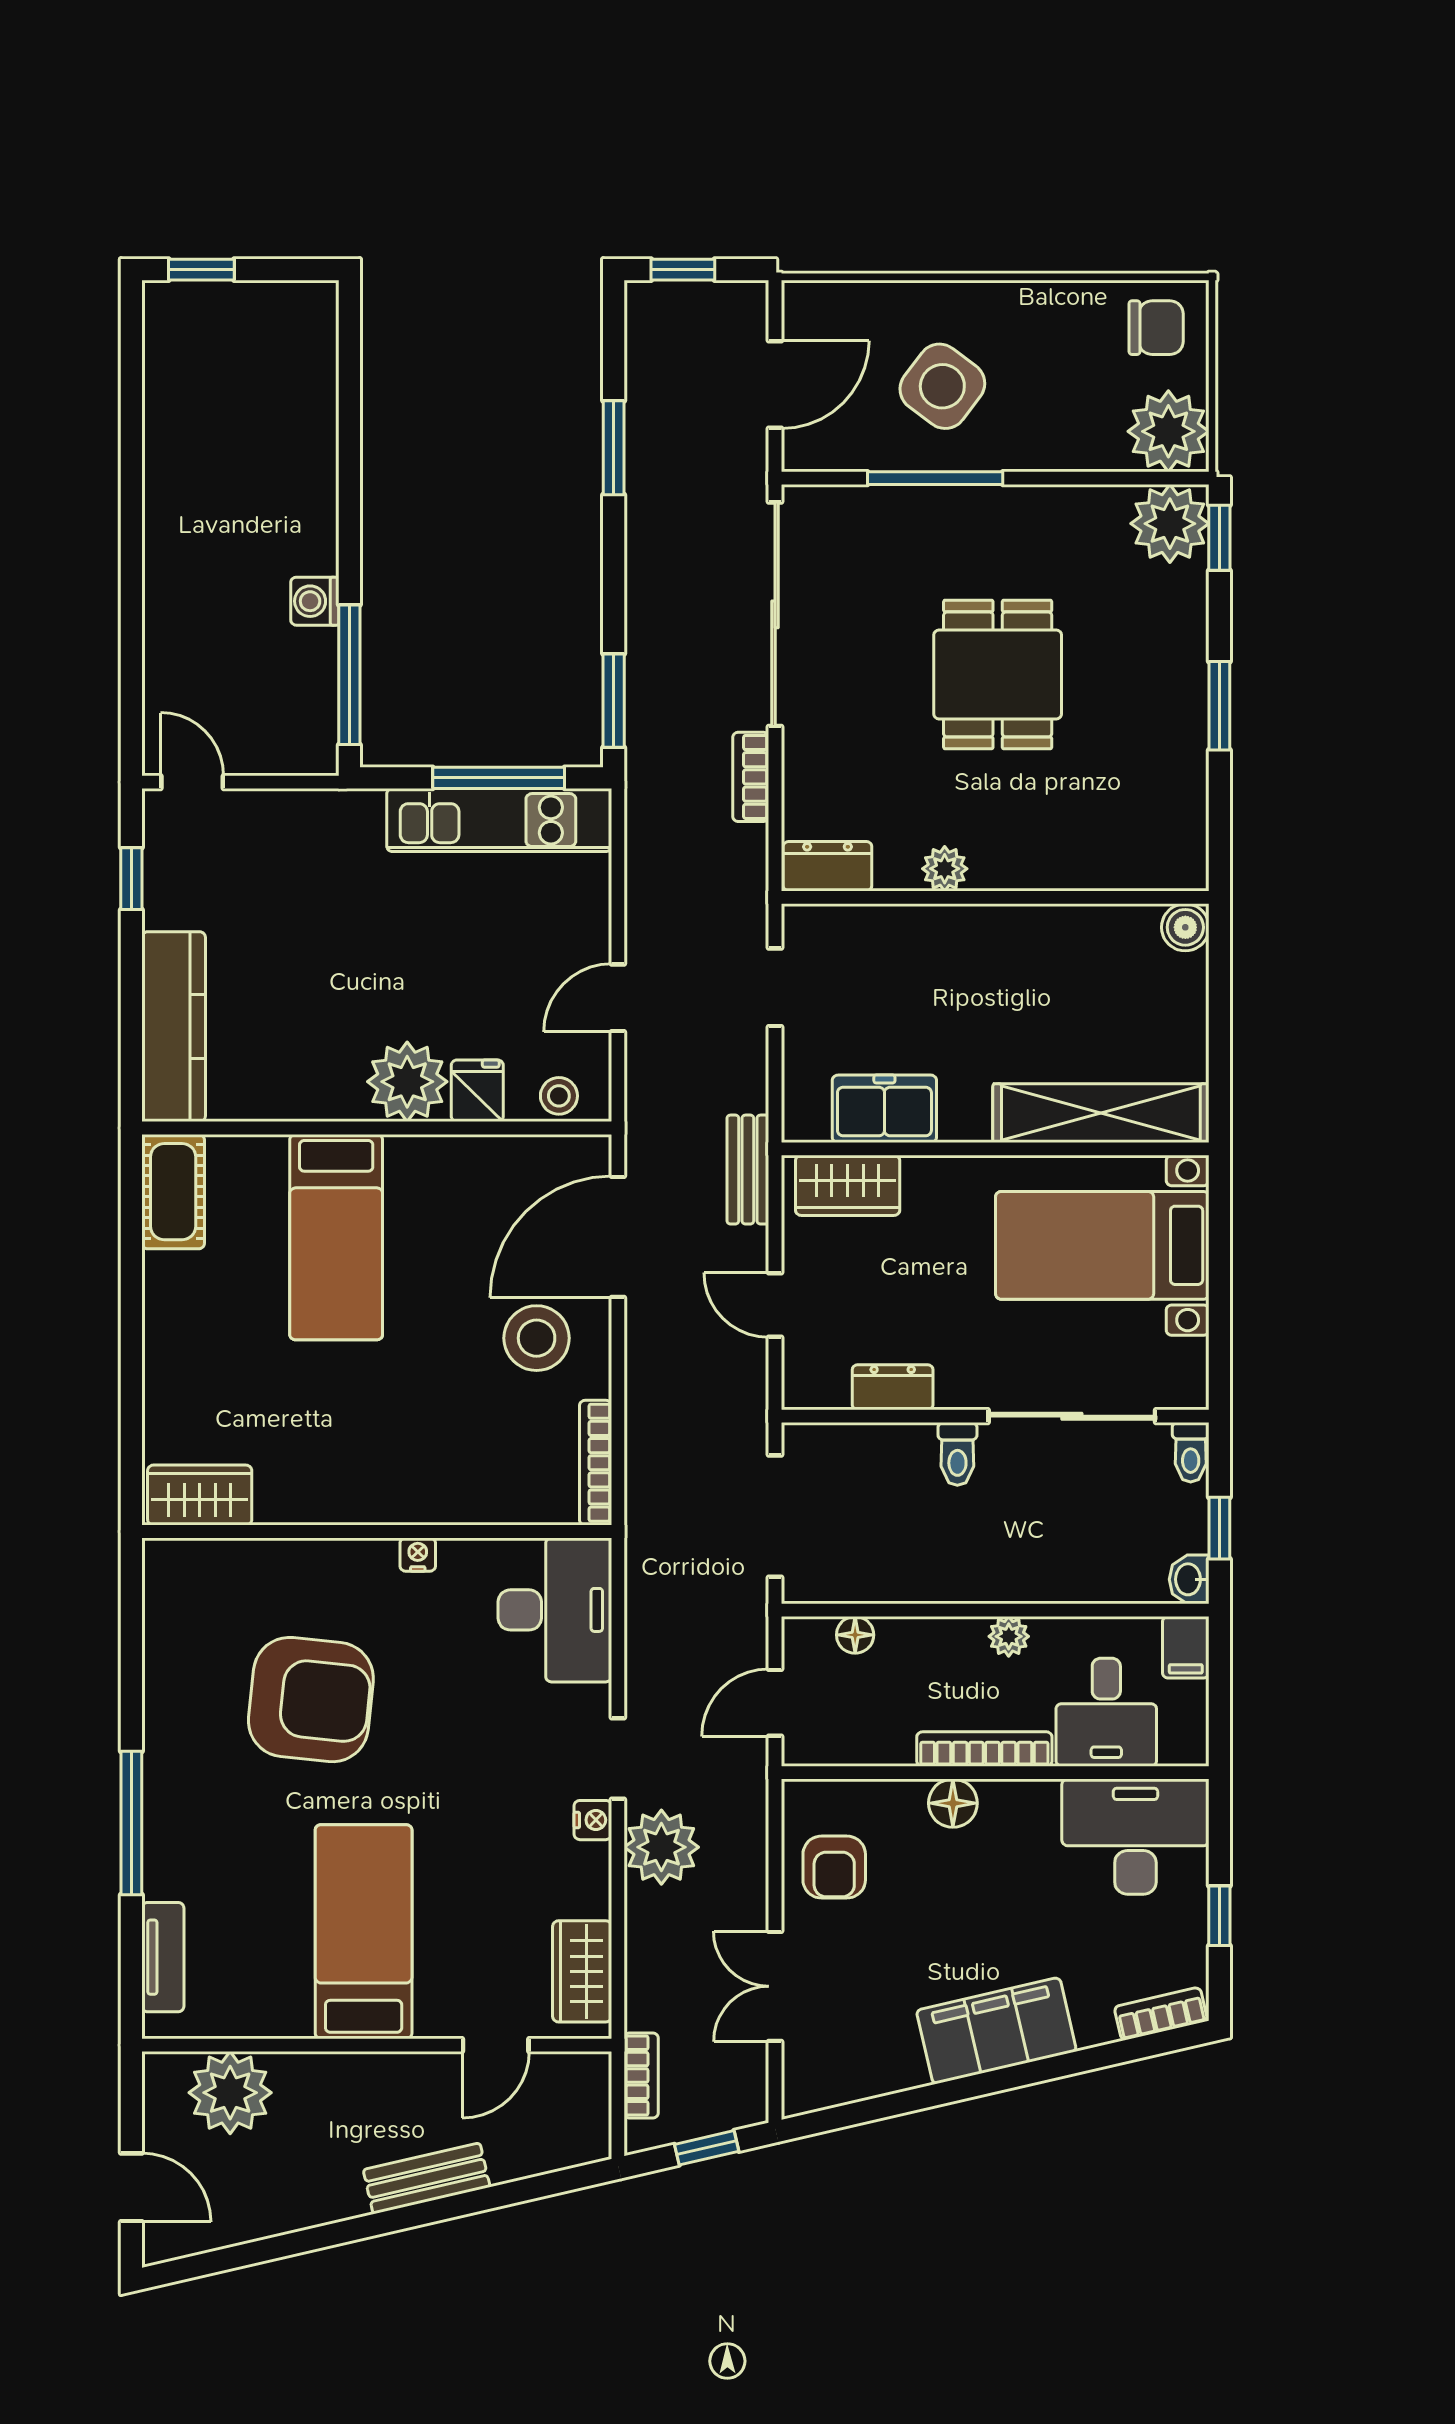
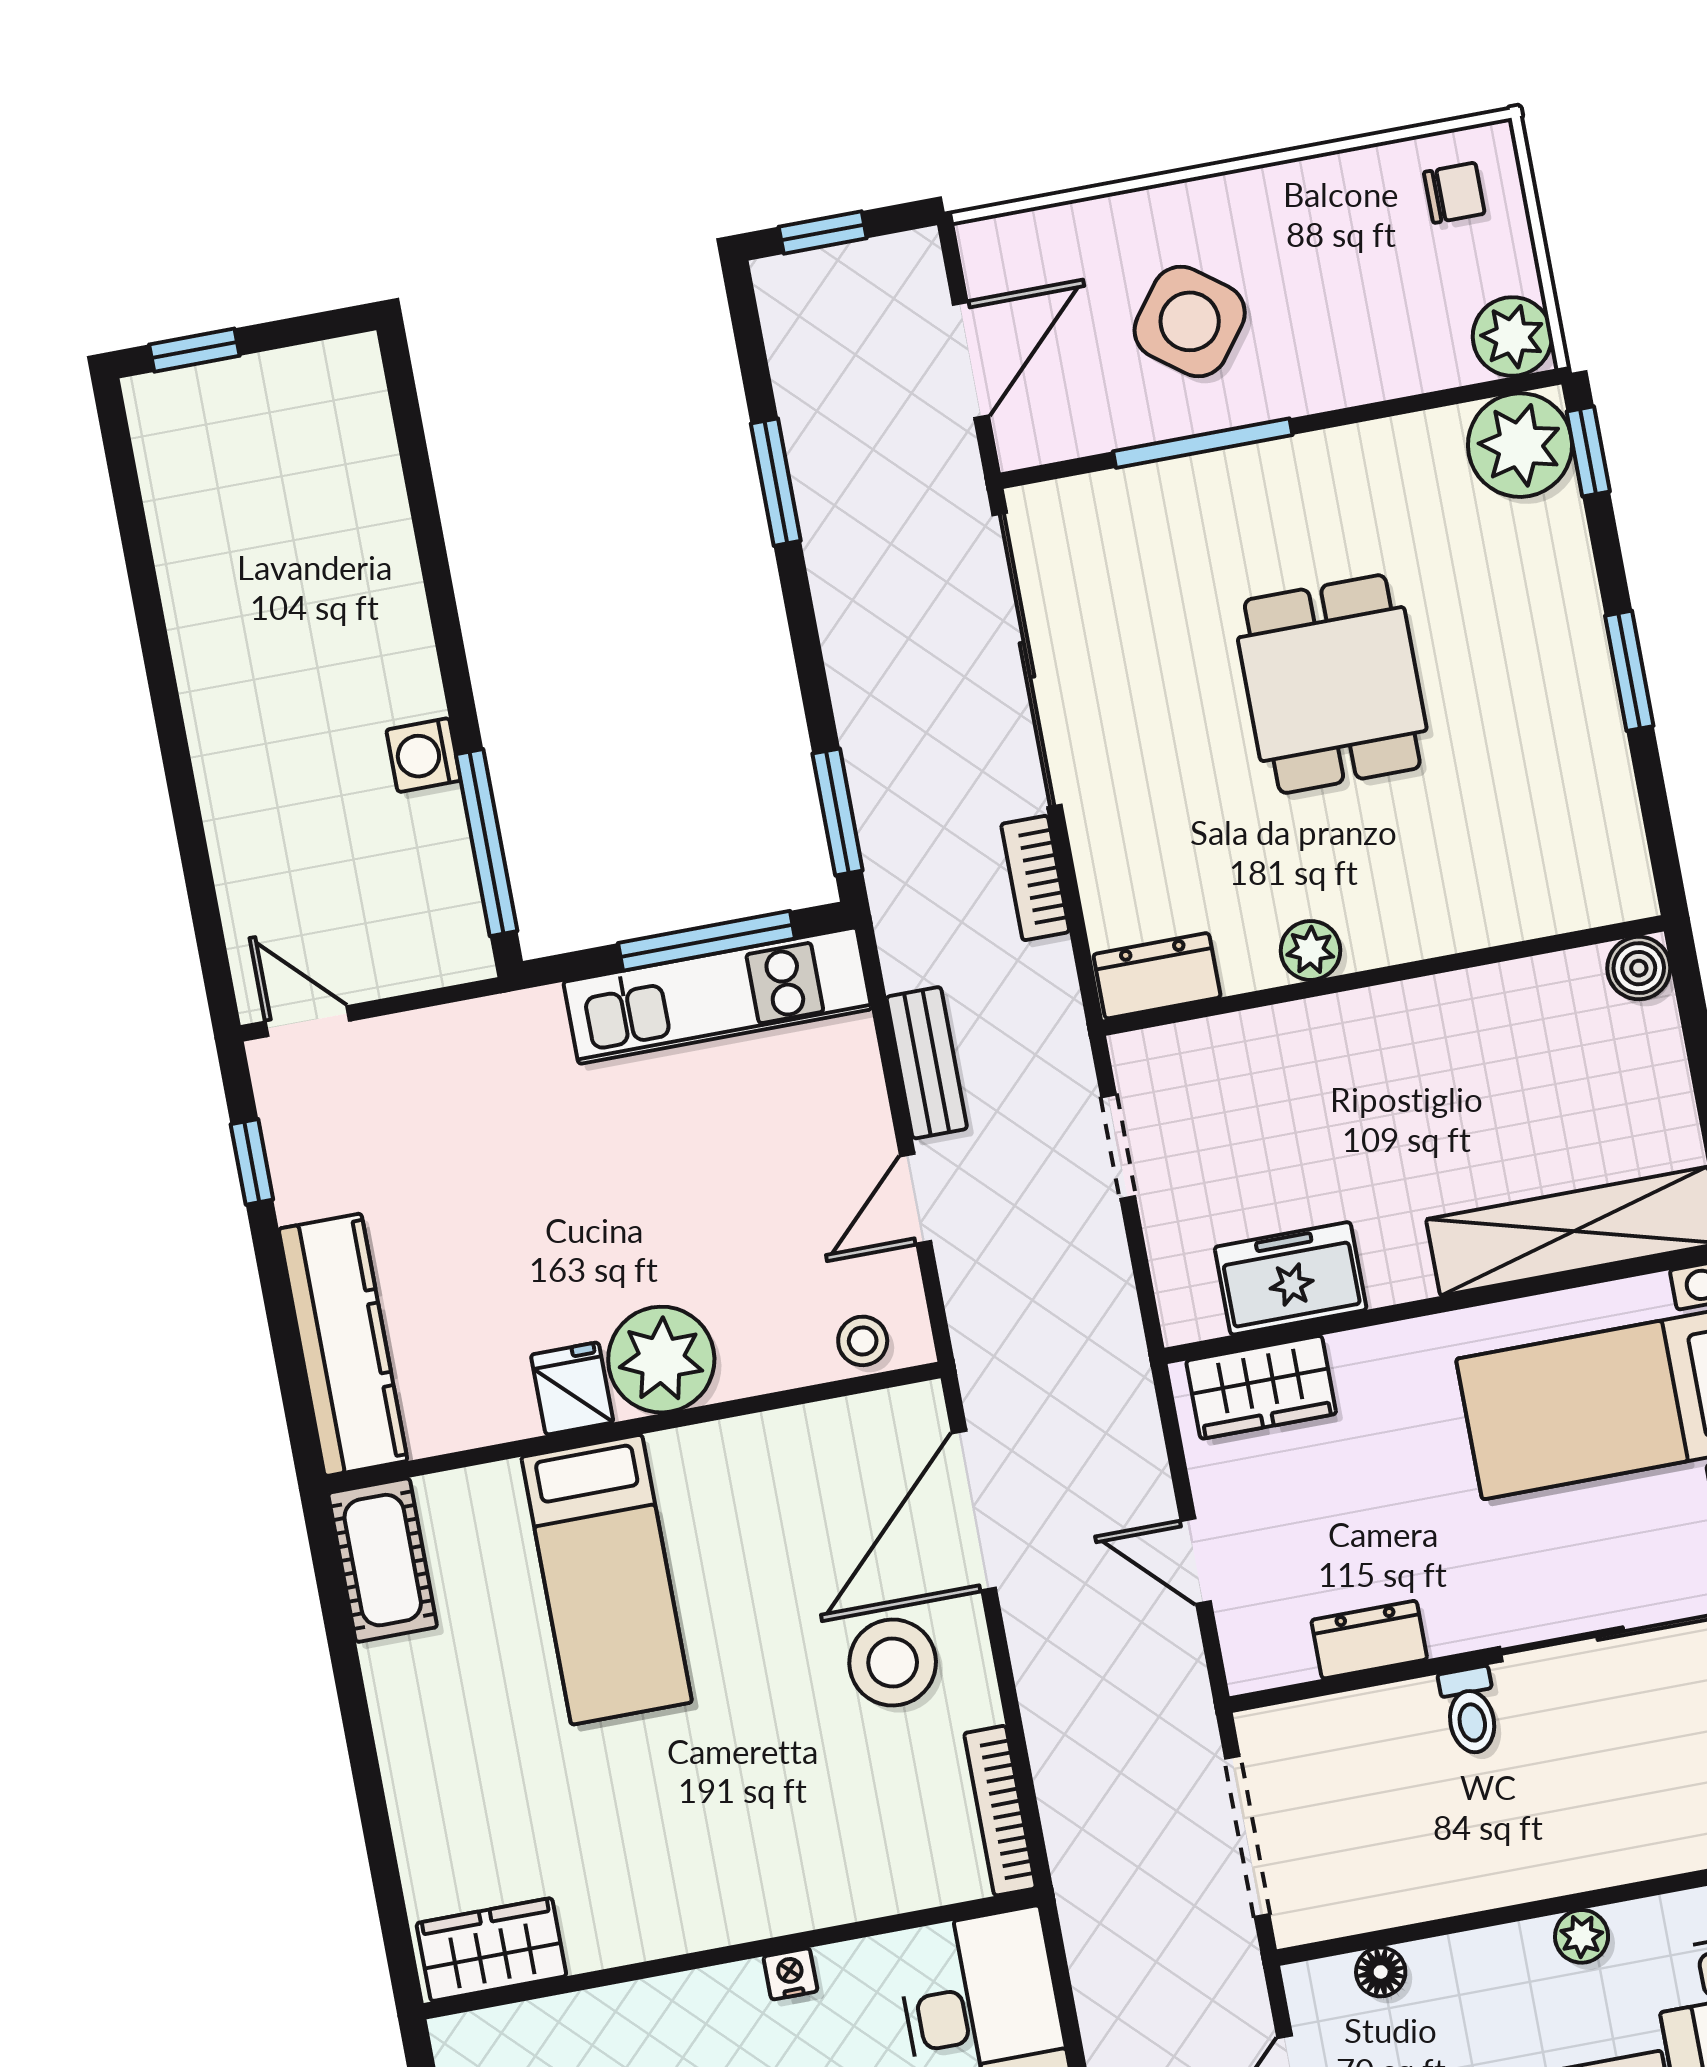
chair: (1156, 328) -> (1454, 193), width x0.73, depth x0.73
plant: (1168, 431) -> (1512, 336), width x0.73, depth x0.73
fridge: (477, 1091) -> (572, 1388), moved
bench: (748, 1170) -> (927, 1063), moved

